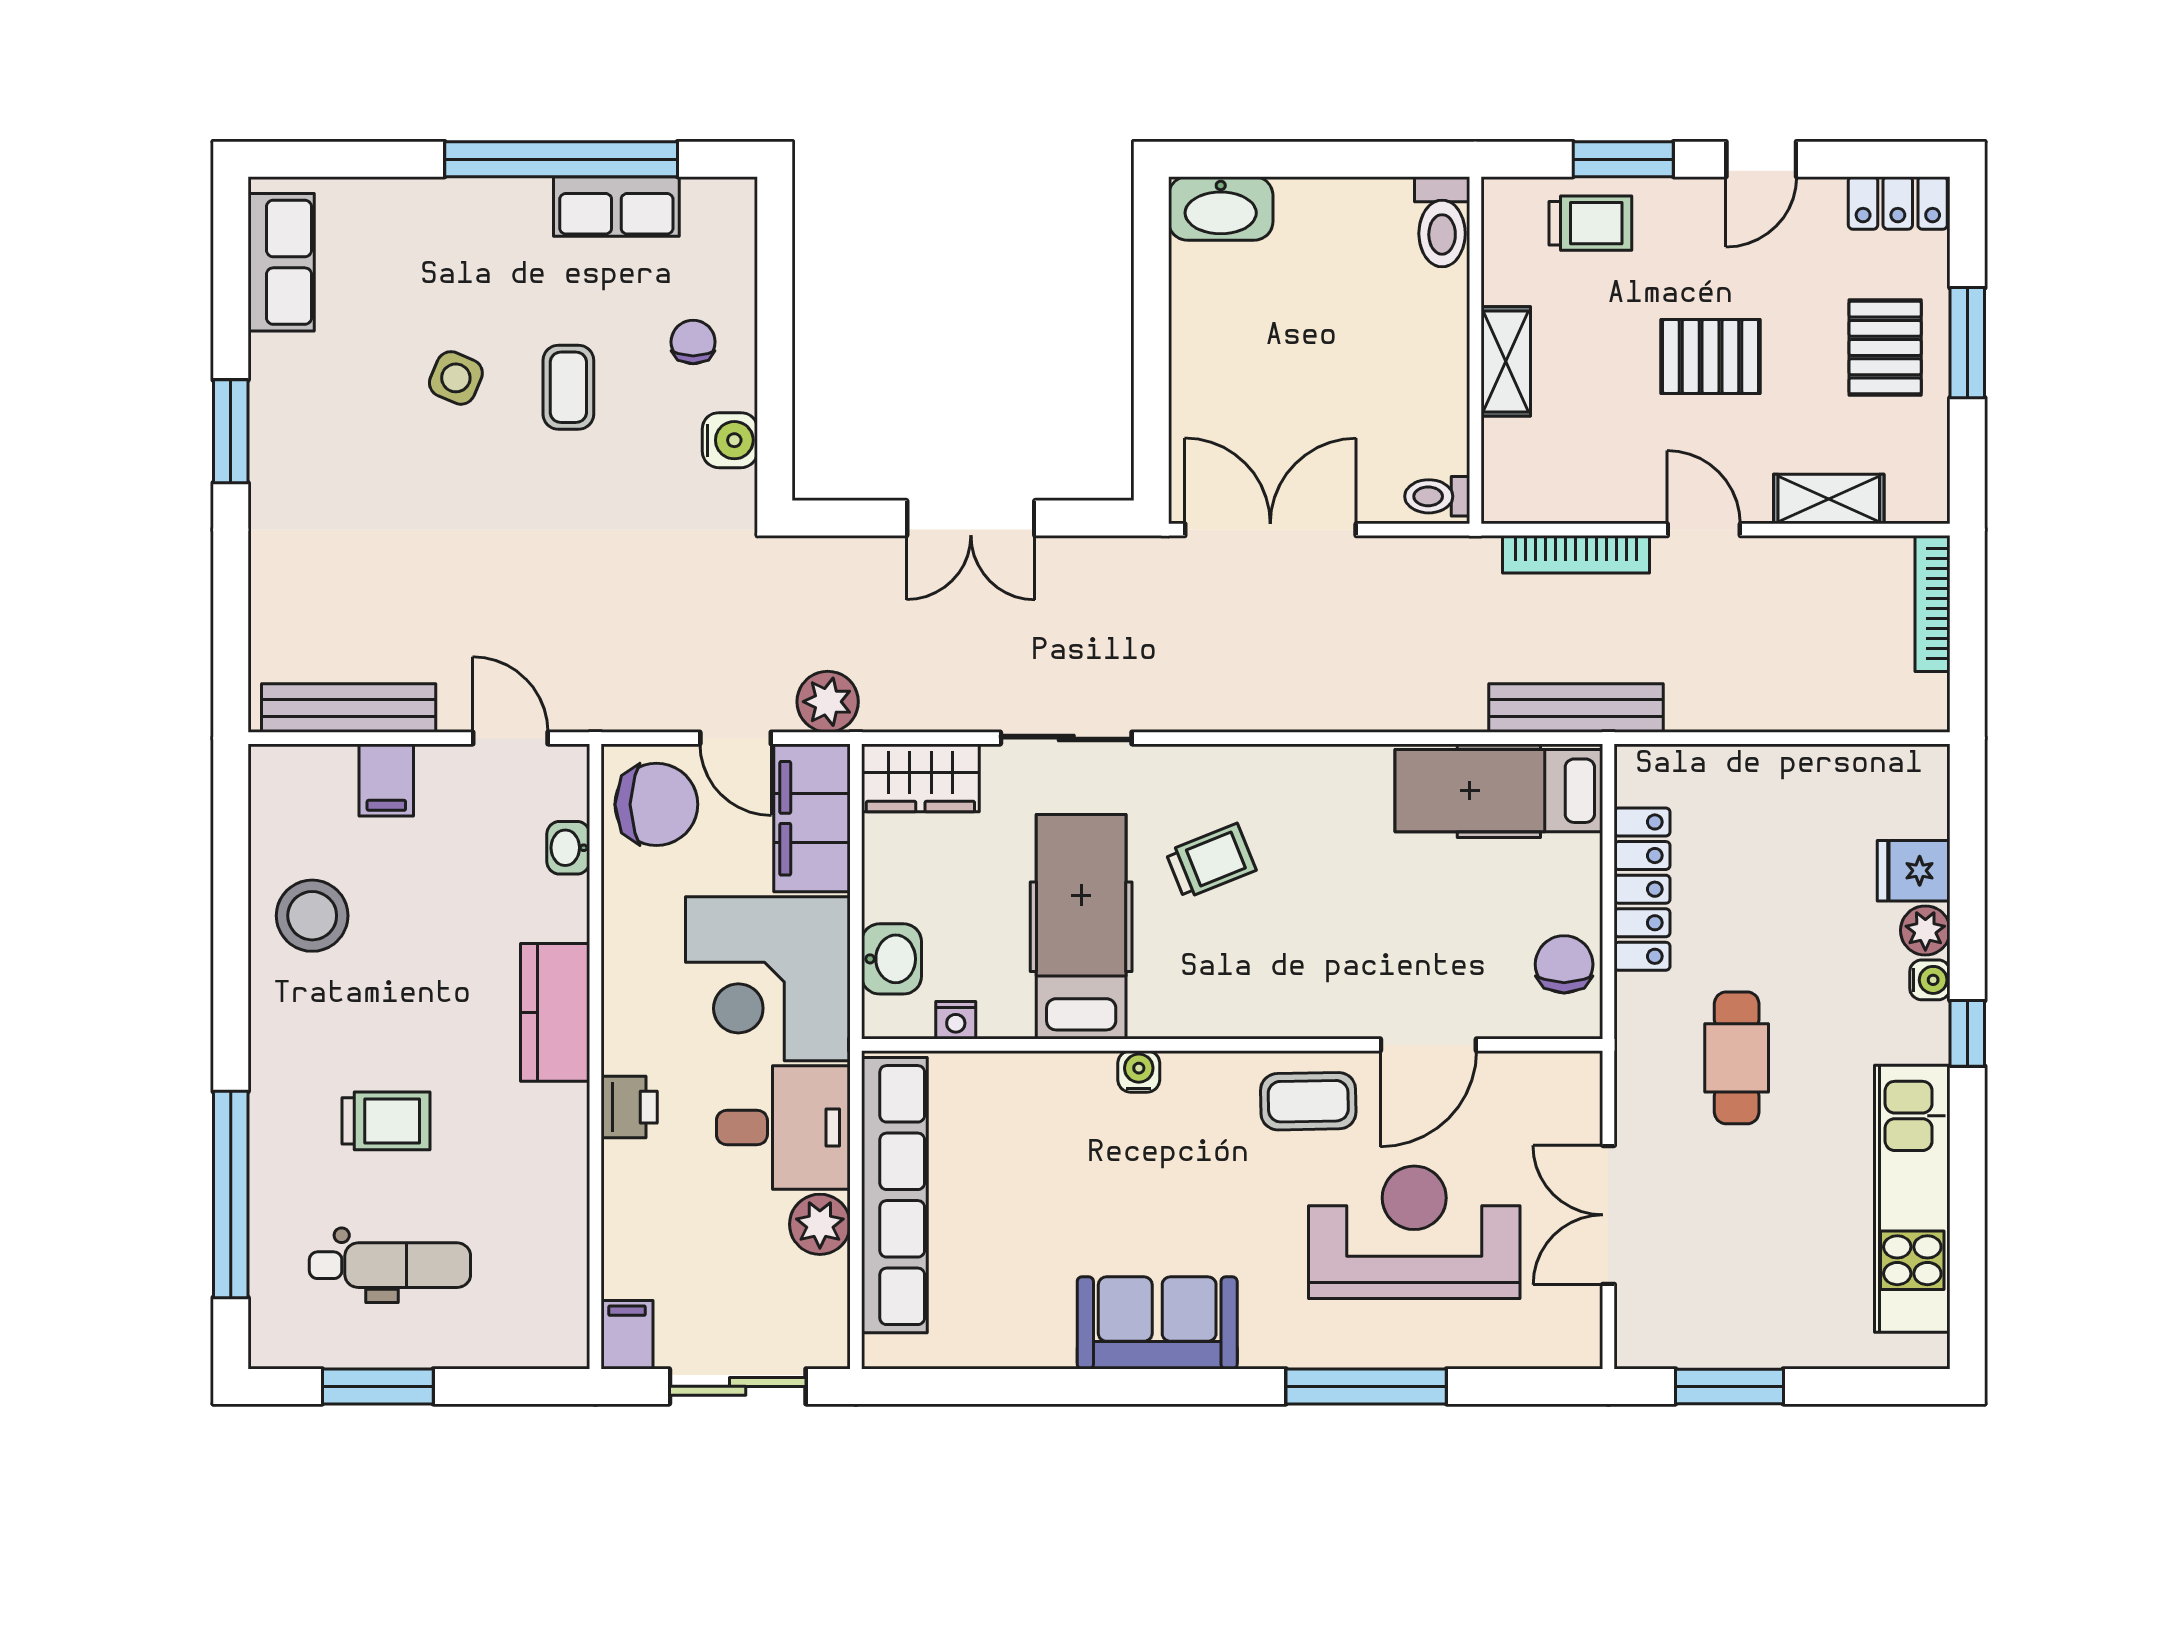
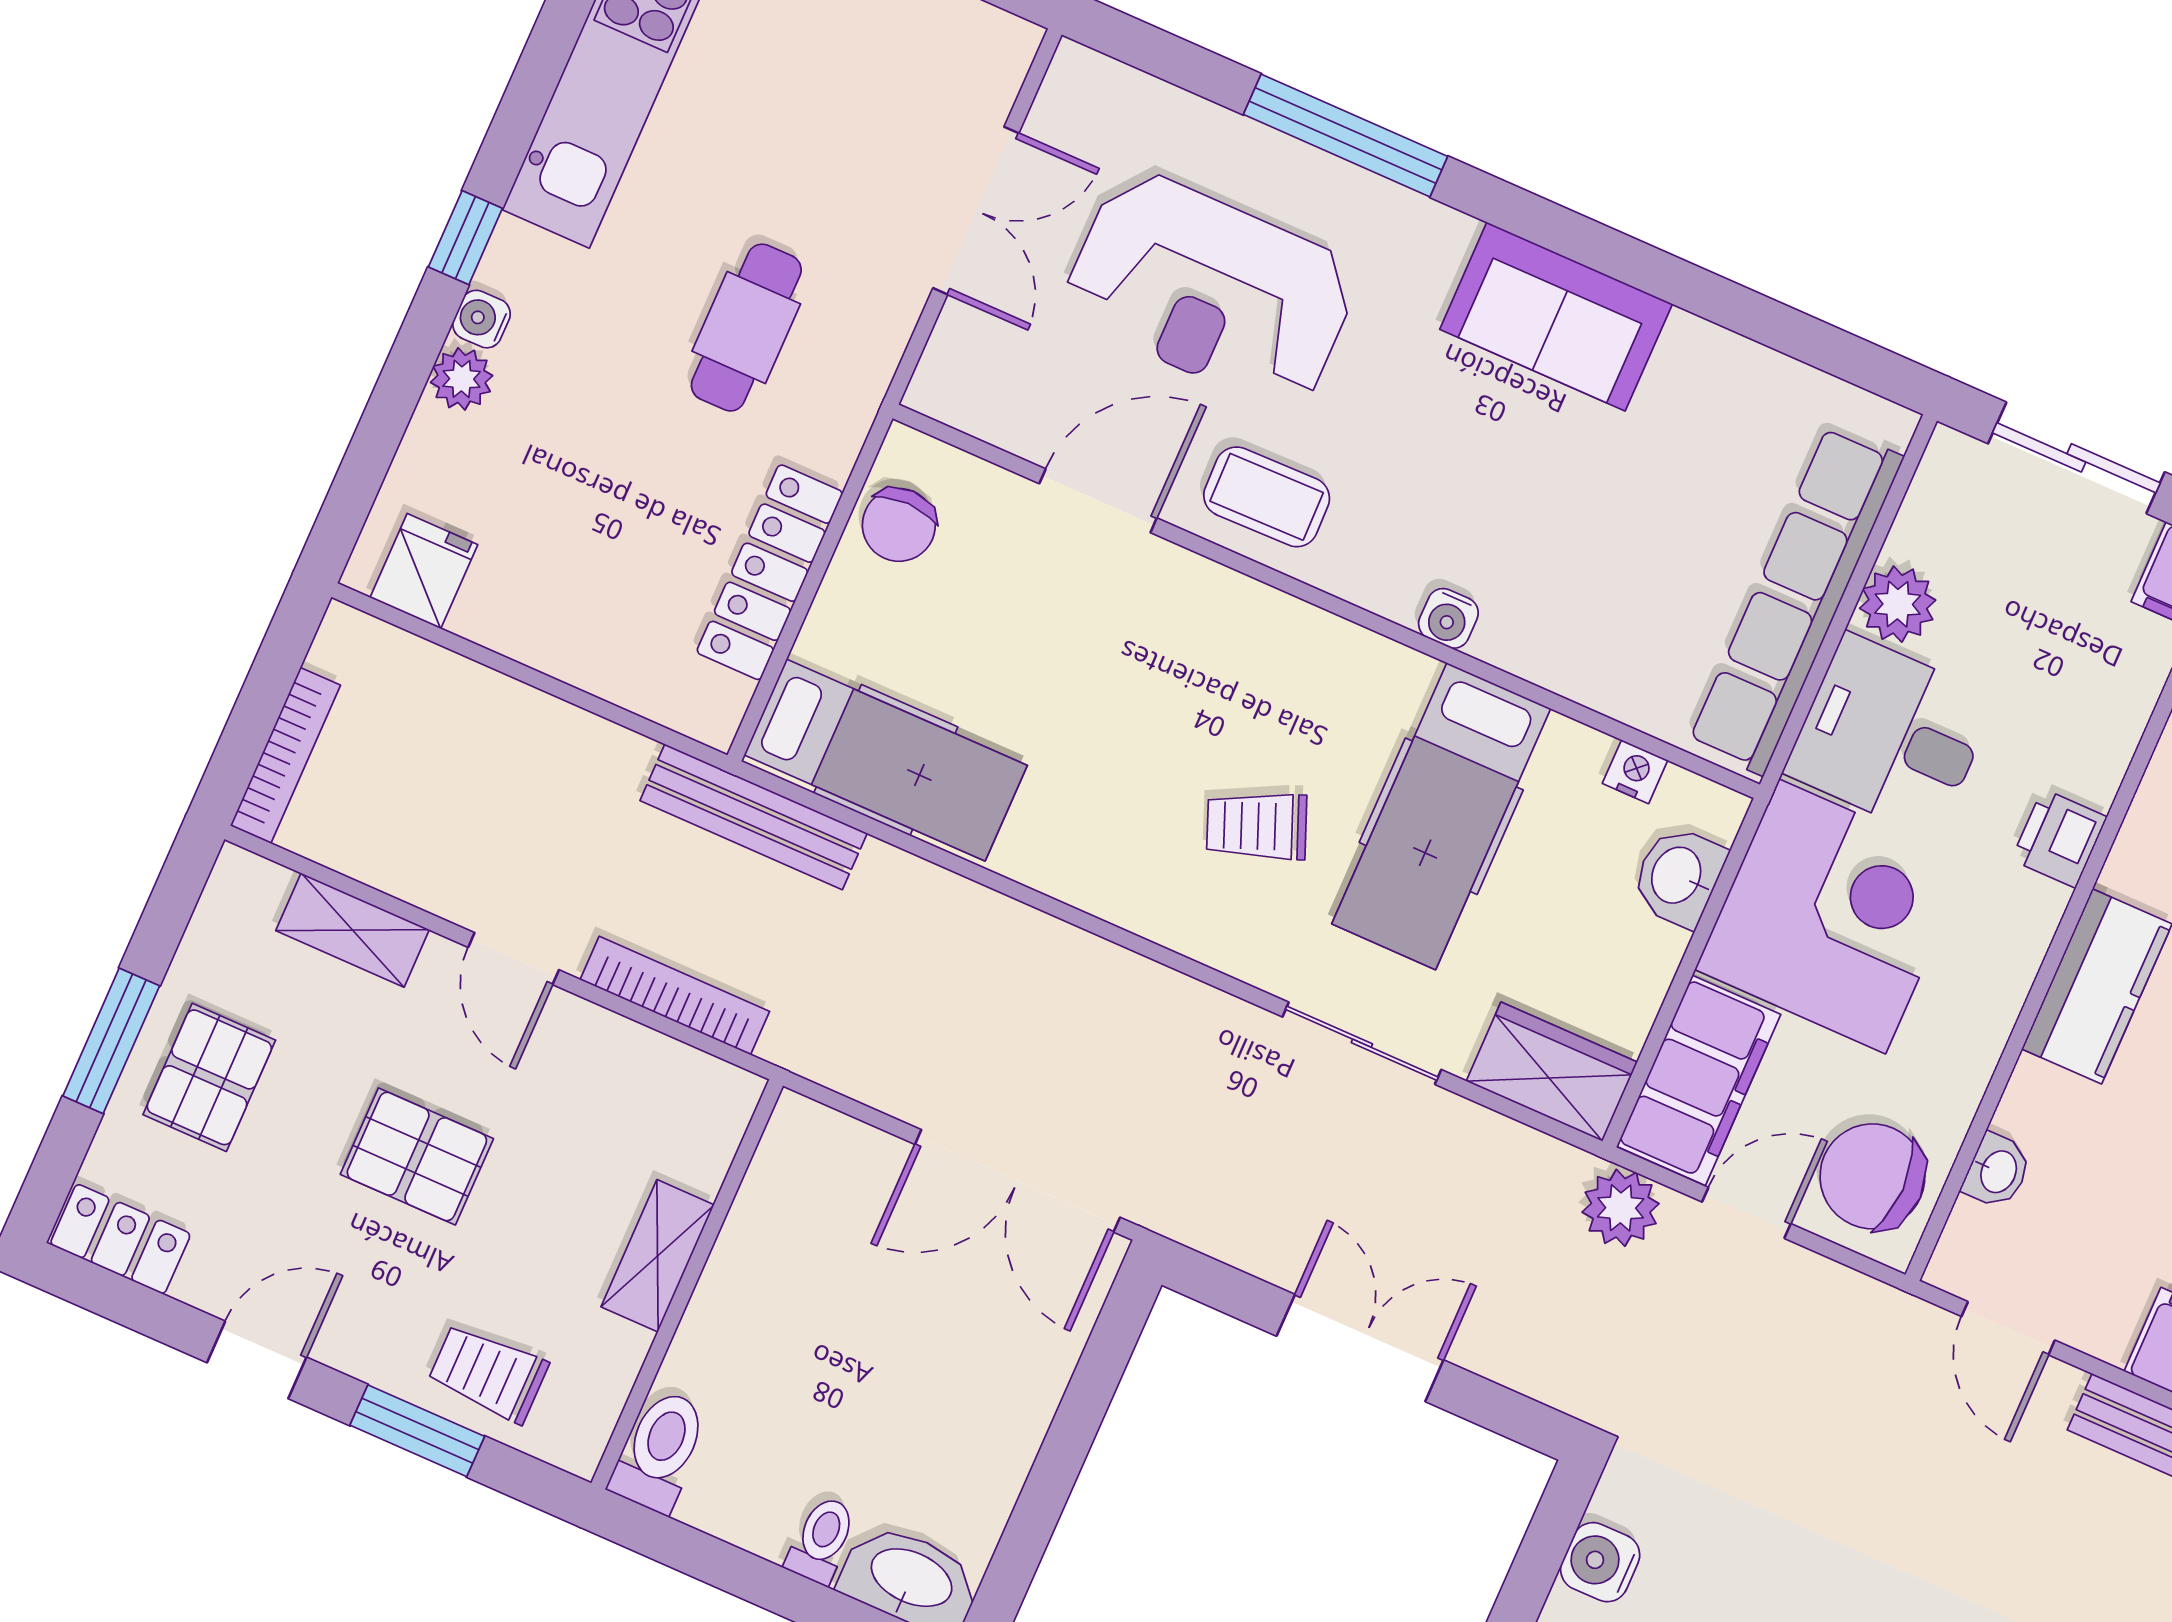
toilet: (1437, 496) -> (822, 1540), moved, turned -90
door: (736, 738) -> (1746, 1213), hinge flipped
fridge: (1914, 871) -> (424, 571), moved, turned -90

